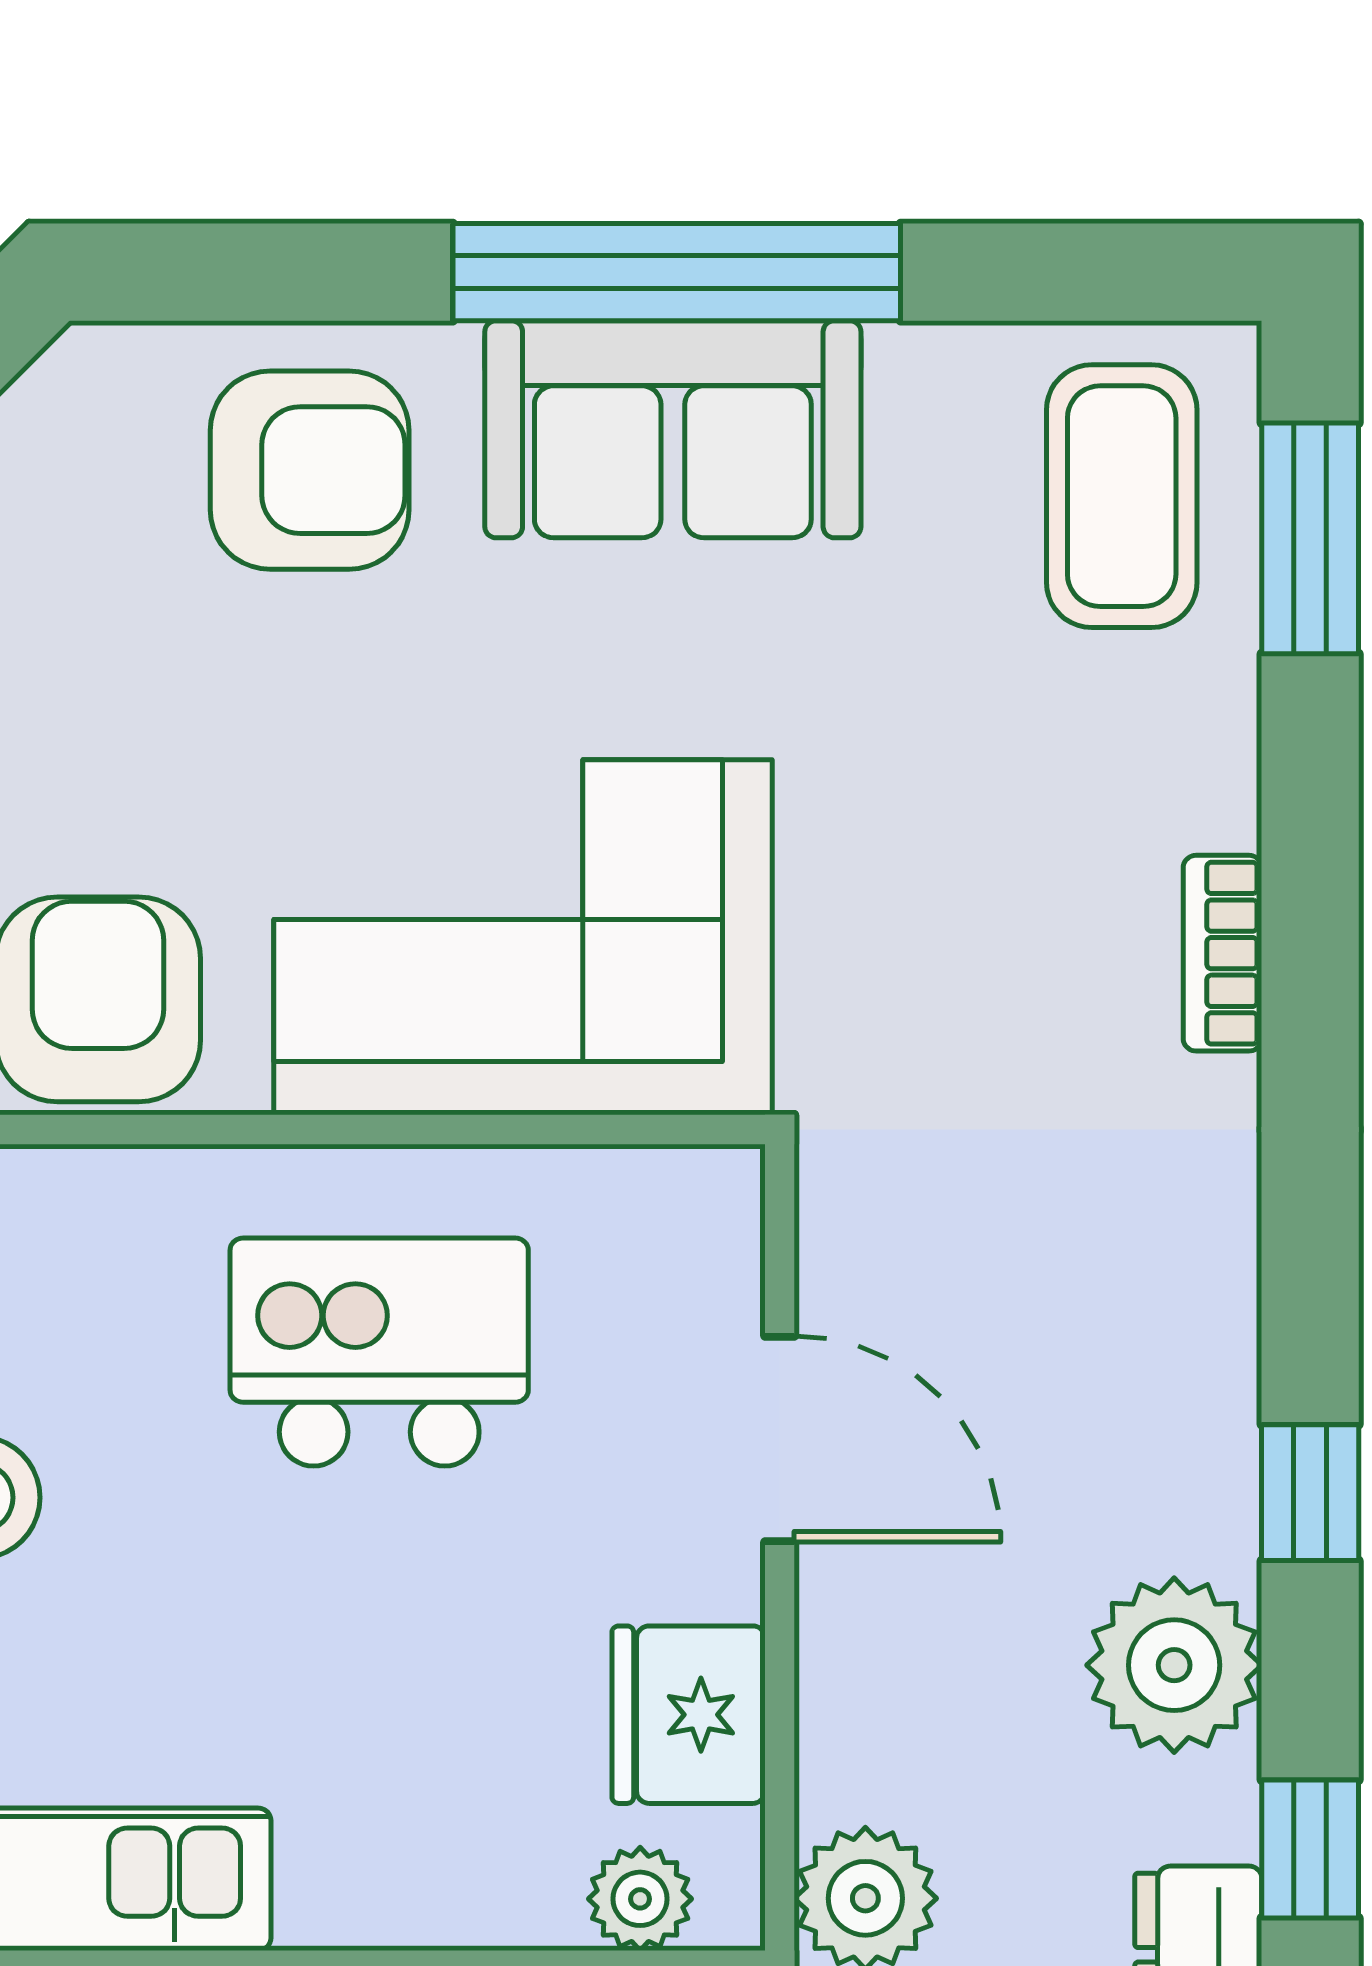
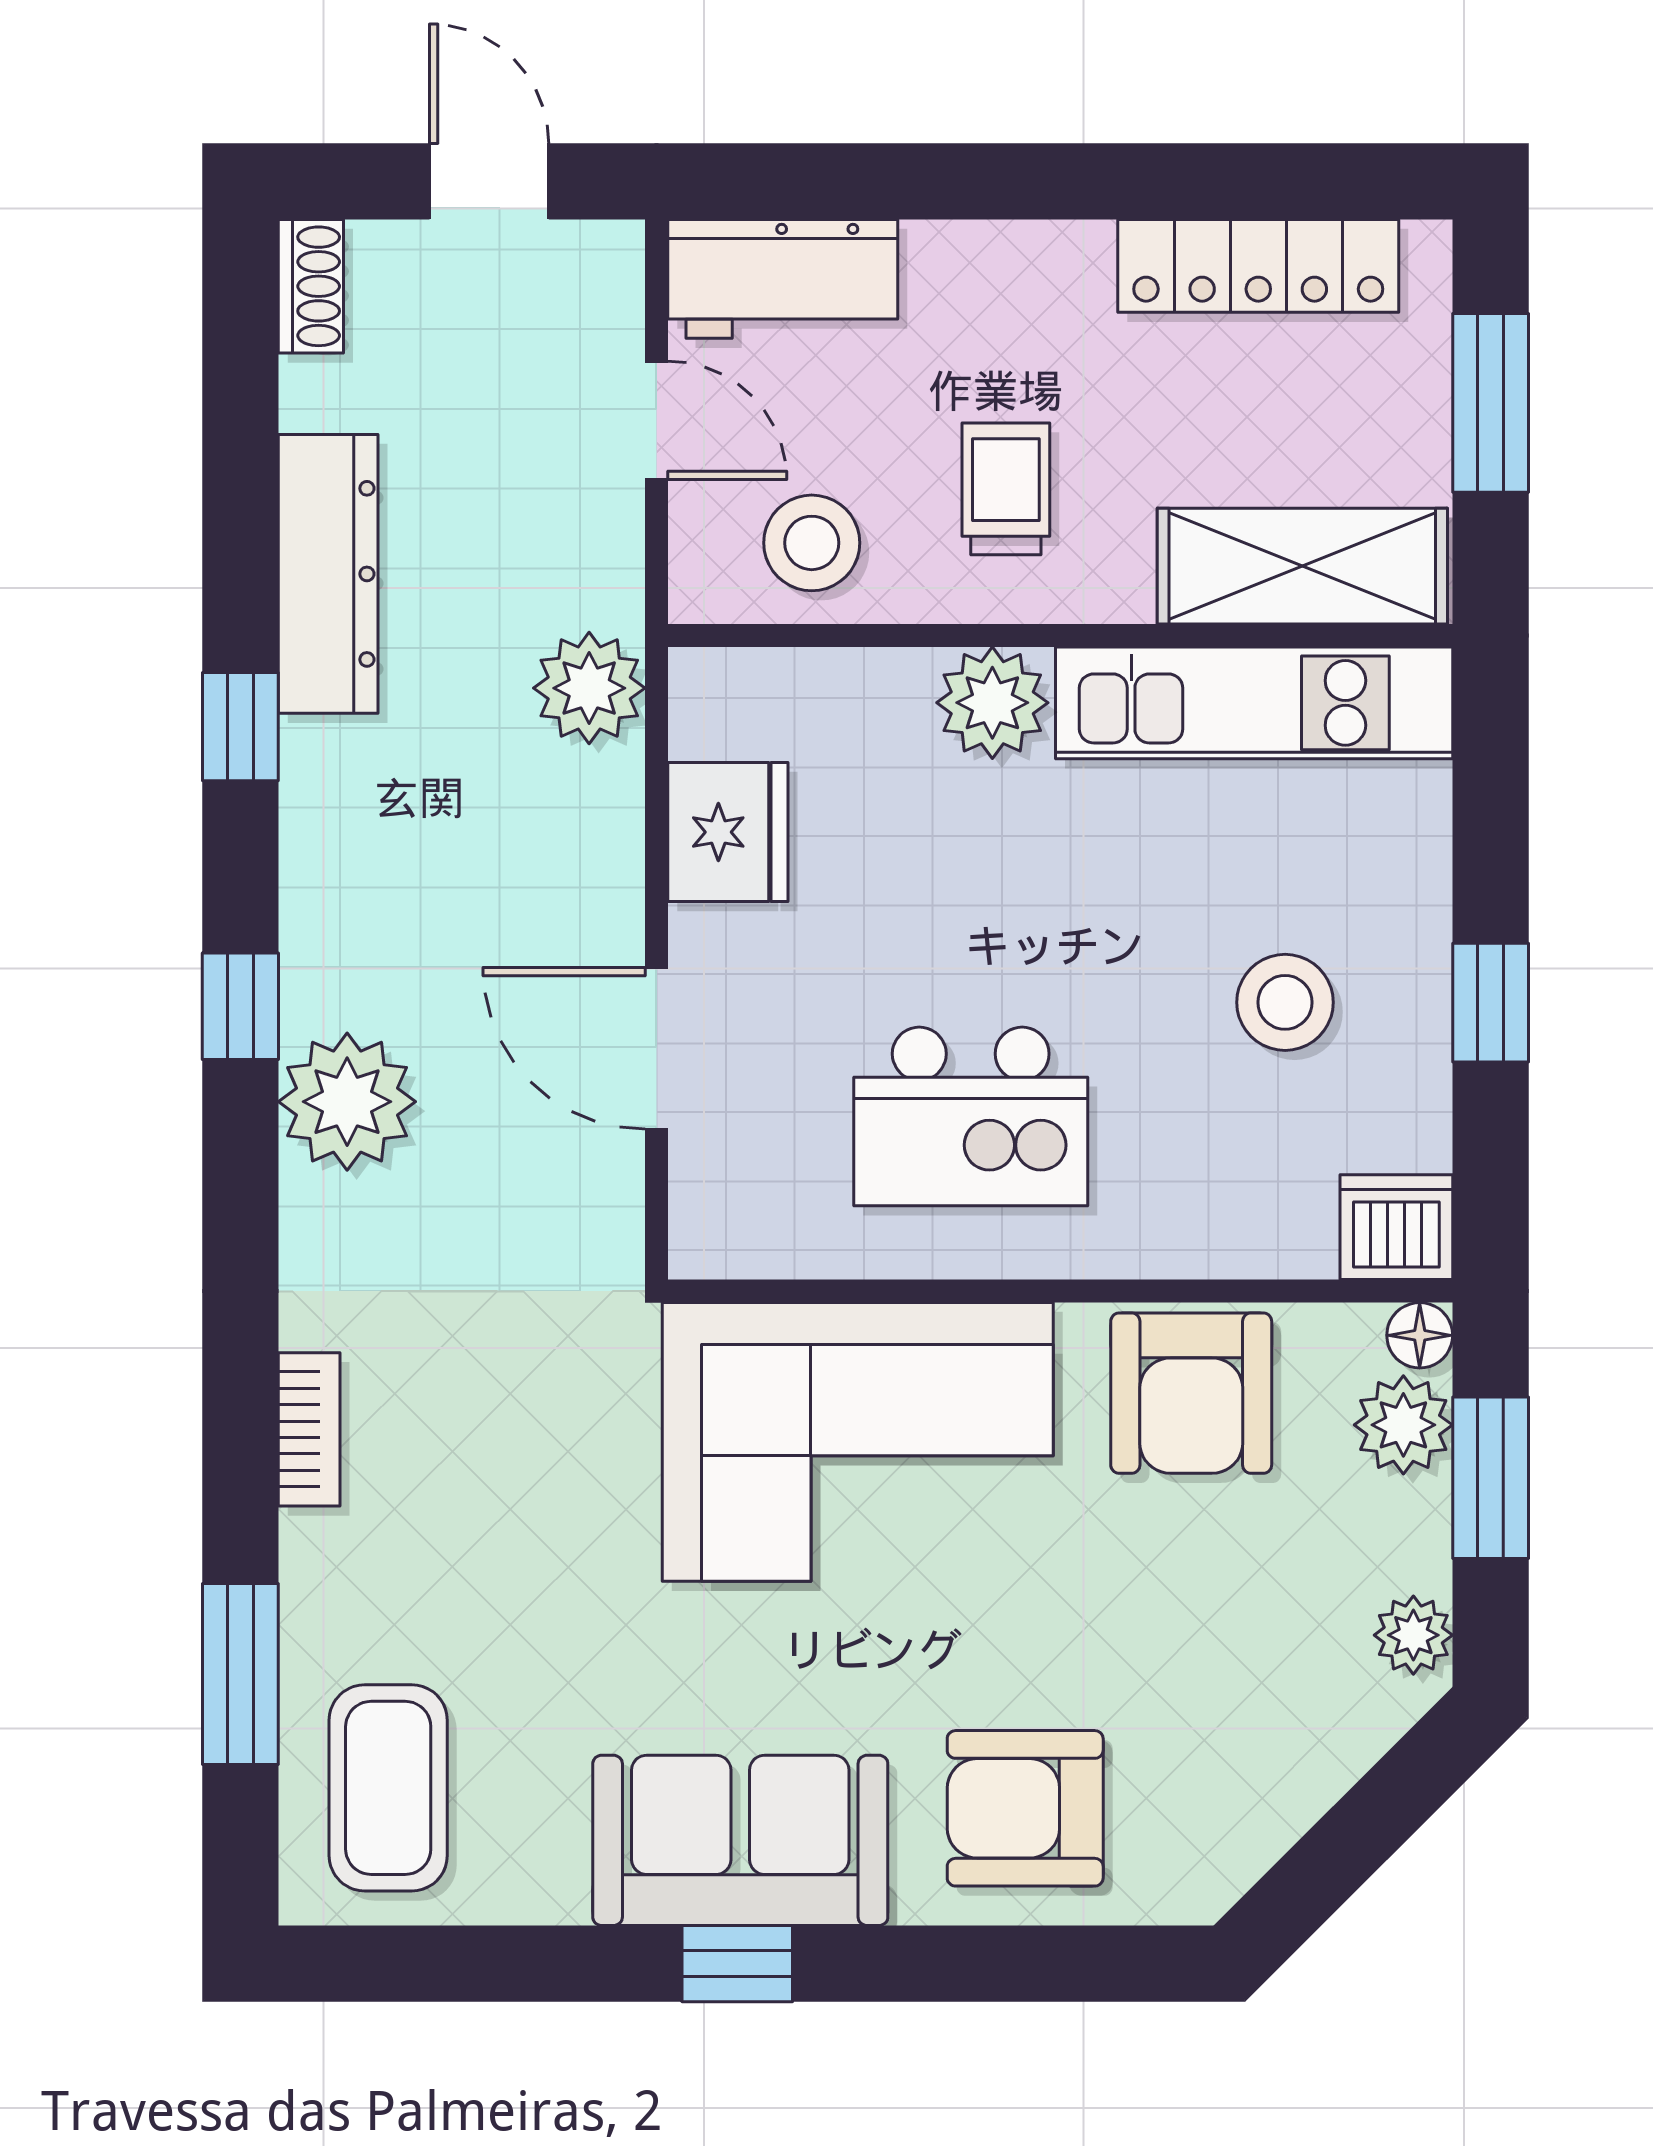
window: (677, 272) -> (737, 1964), width x0.32
window: (1310, 538) -> (240, 1674), moved
plant: (1174, 1665) -> (347, 1102), moved
plant: (640, 1899) -> (992, 703), moved, width x1.38, depth x1.38

